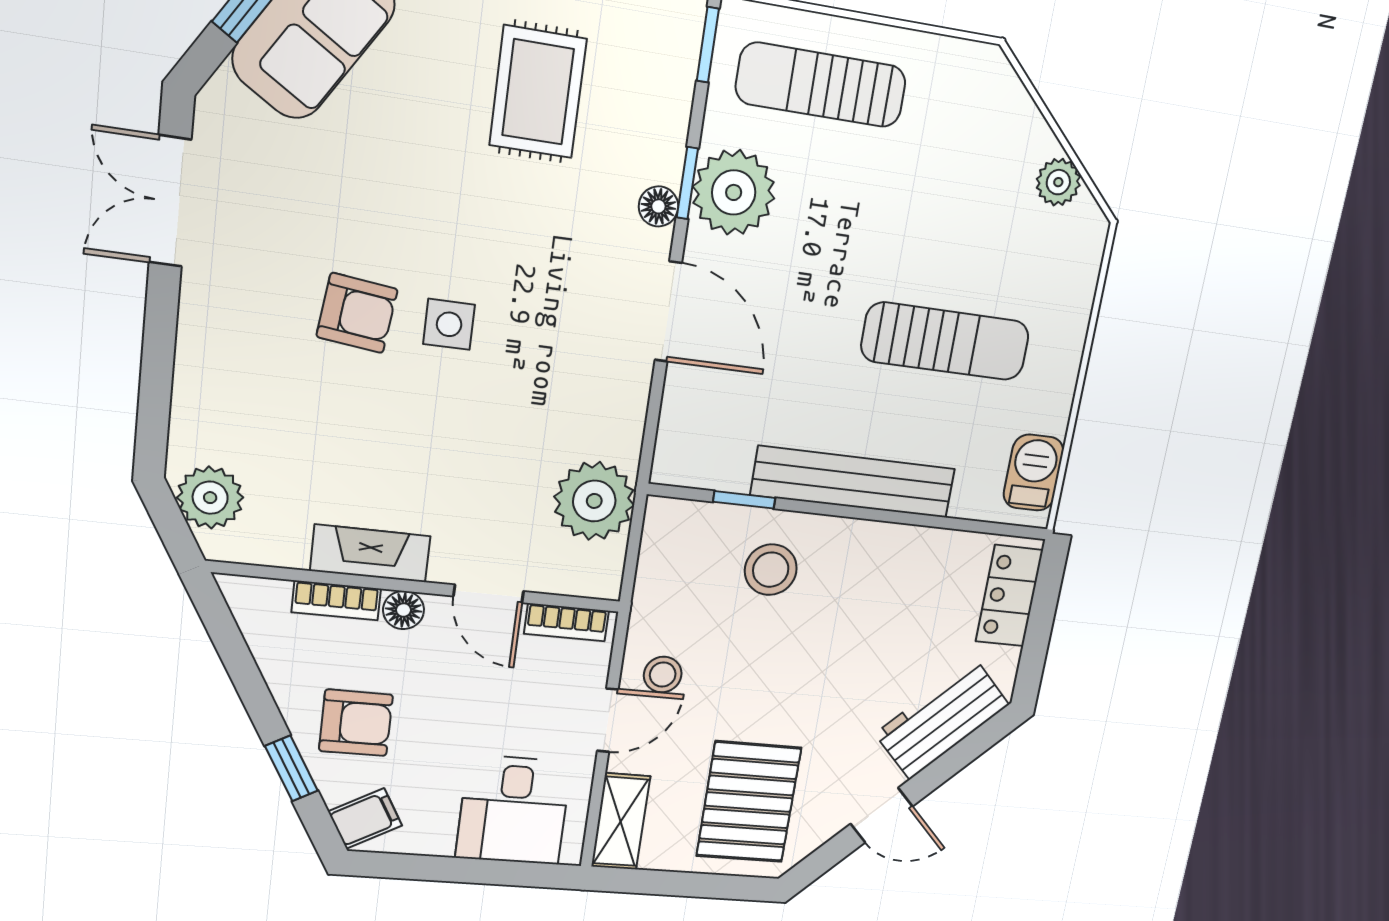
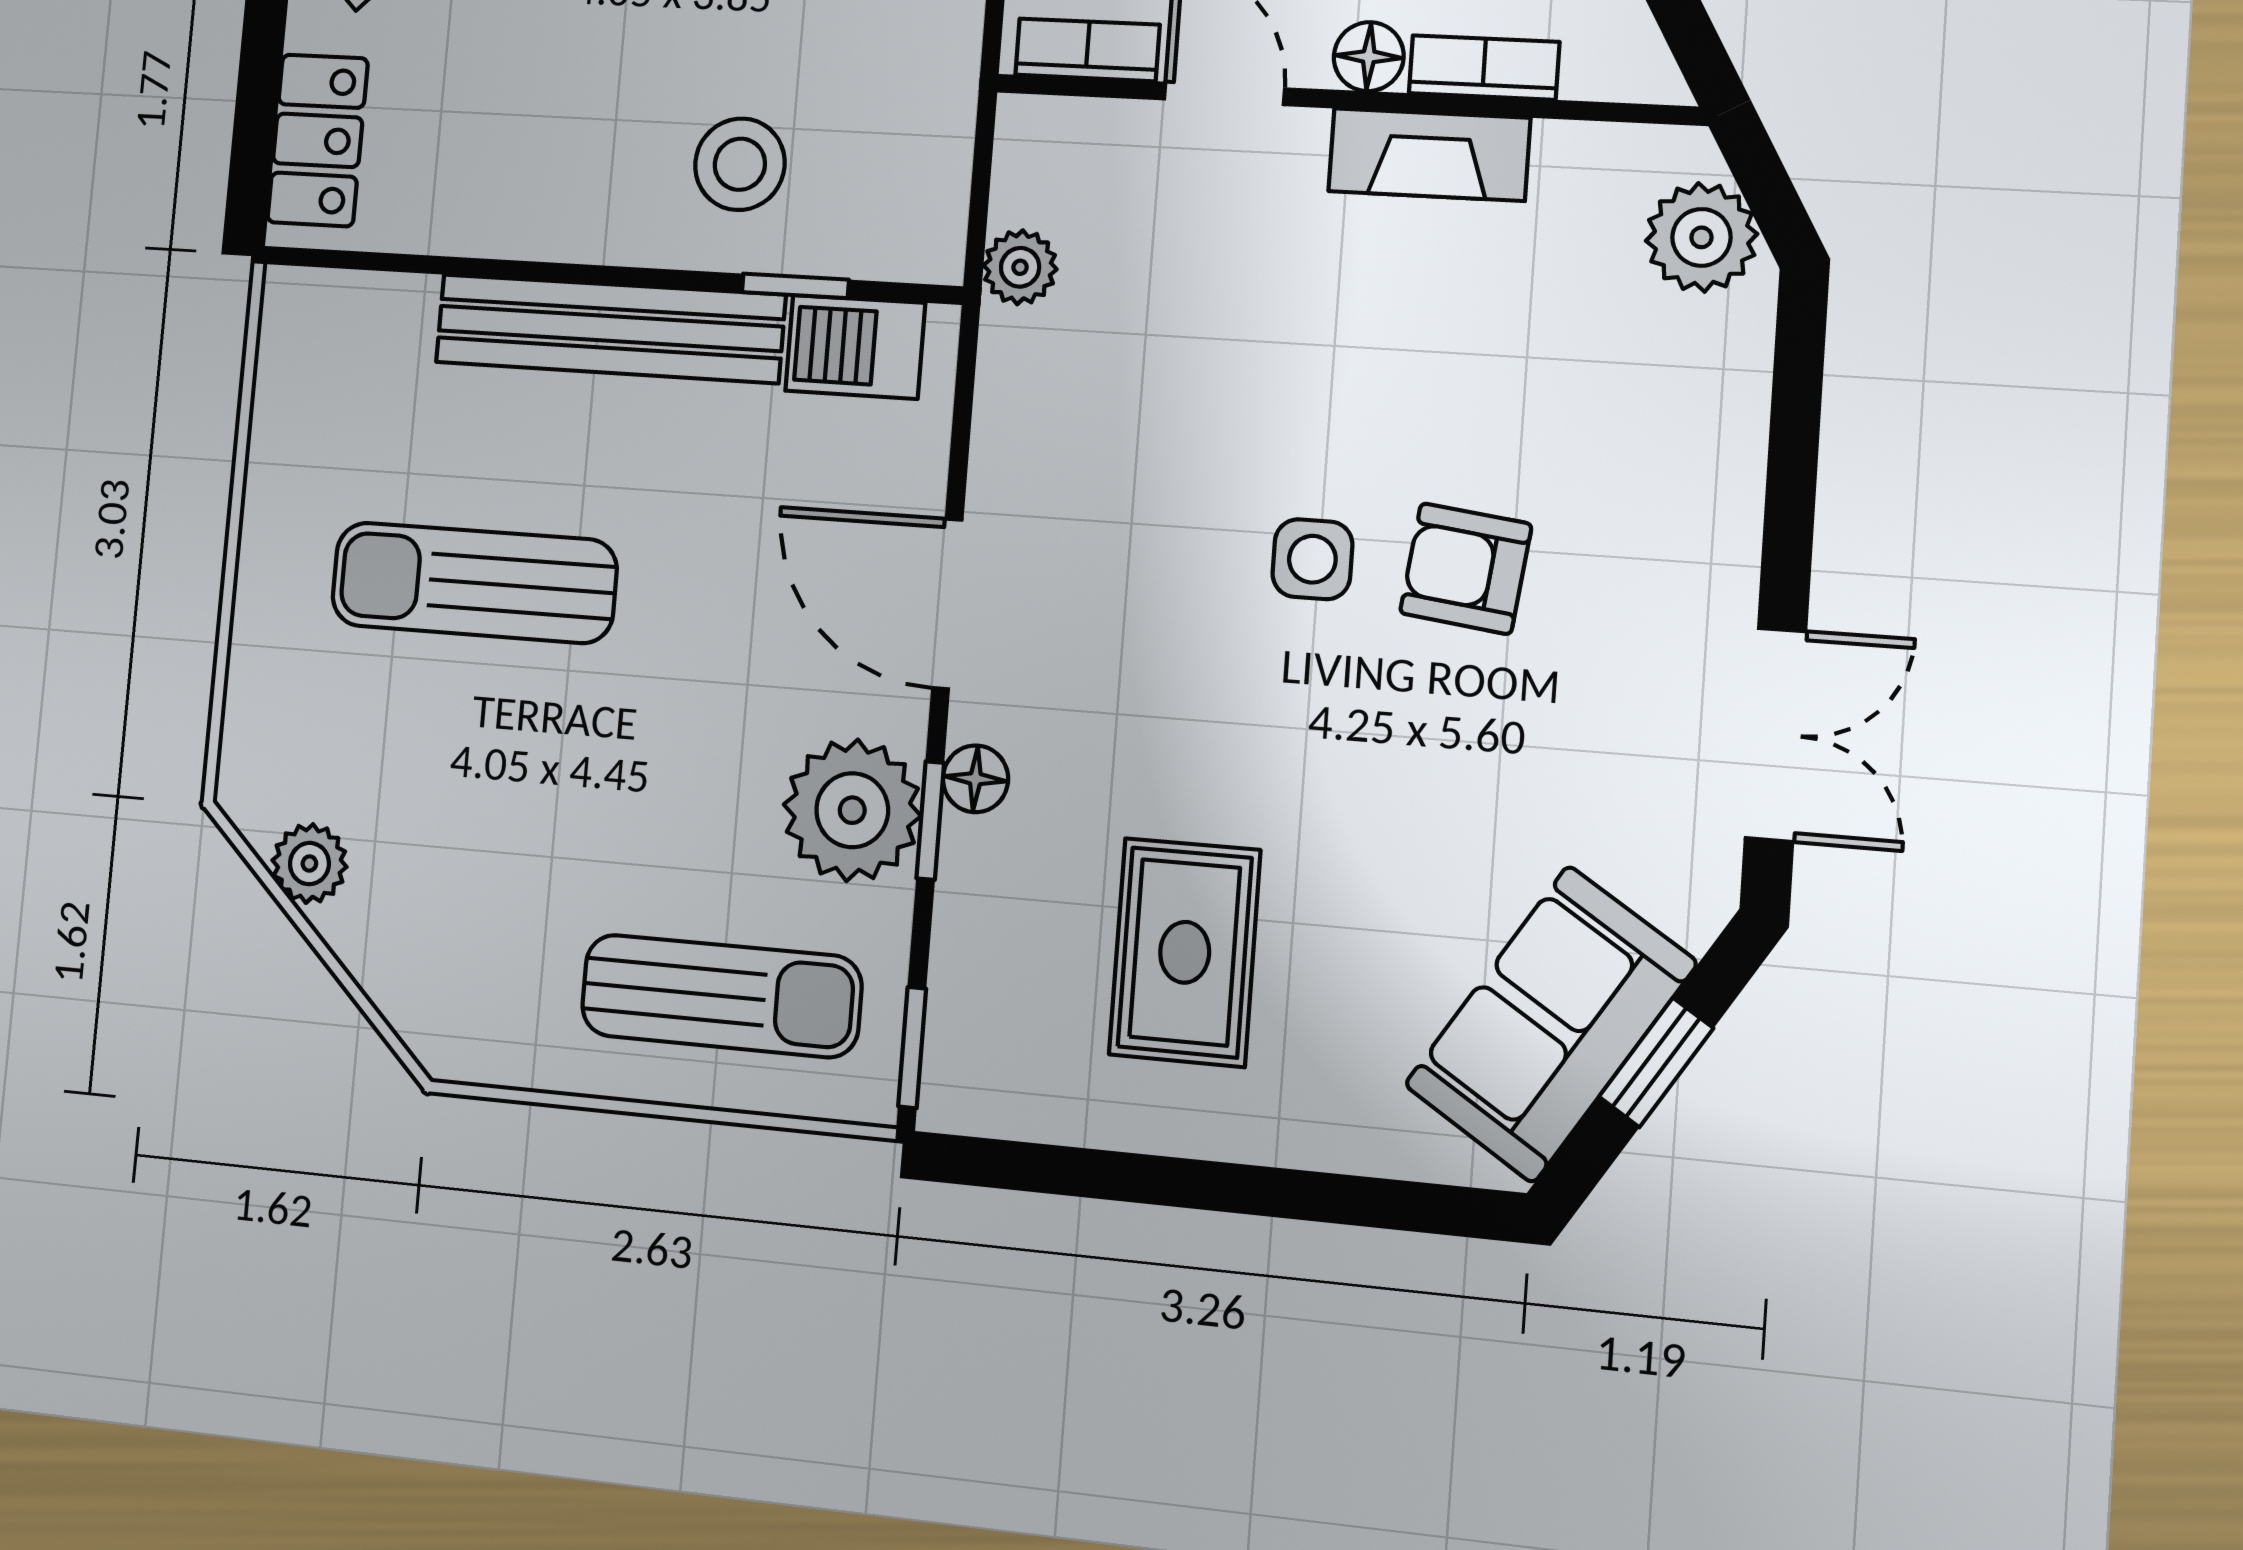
barbecue: (1034, 473) -> (855, 347), moved, turned 90
plant: (594, 501) -> (1020, 267), width x0.53, depth x0.53

